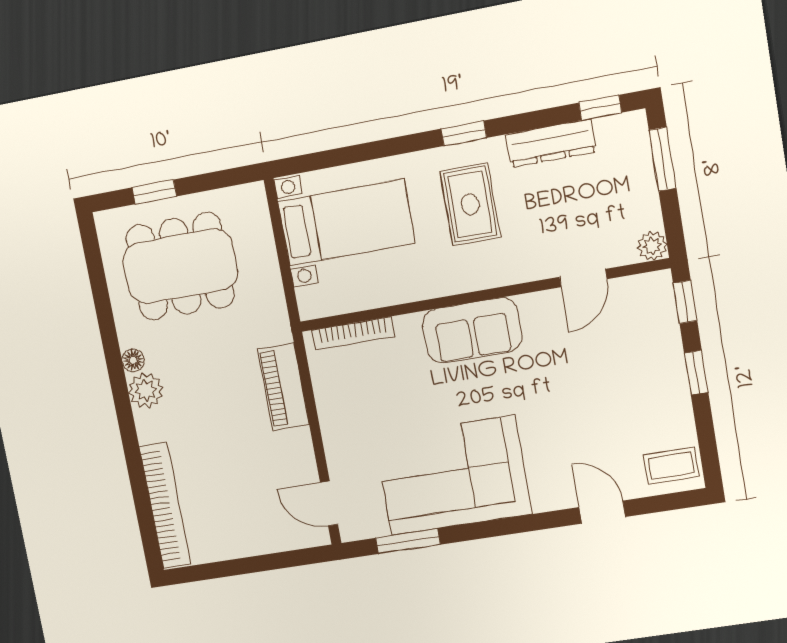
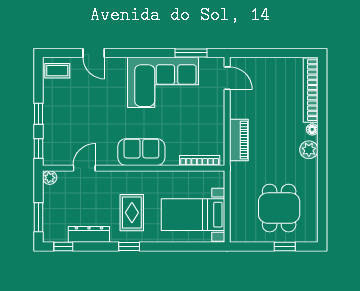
dining table: (180, 266) -> (279, 208), width x0.73
floor lamp: (133, 360) -> (312, 129), moved

